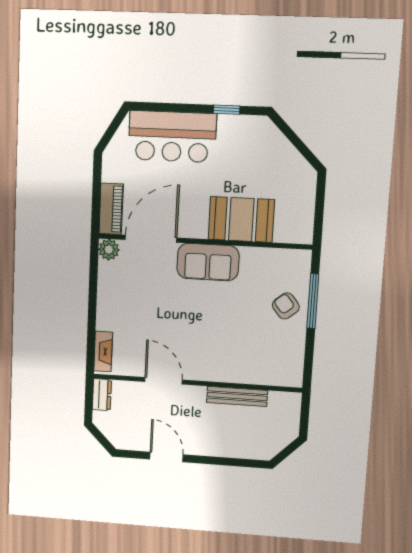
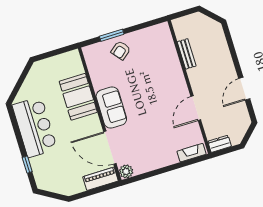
window: (227, 110) -> (27, 165), moved
bar counter: (172, 137) -> (35, 127), moved
window: (313, 301) -> (112, 35), width x0.69
bench: (237, 396) -> (187, 54), width x0.73

